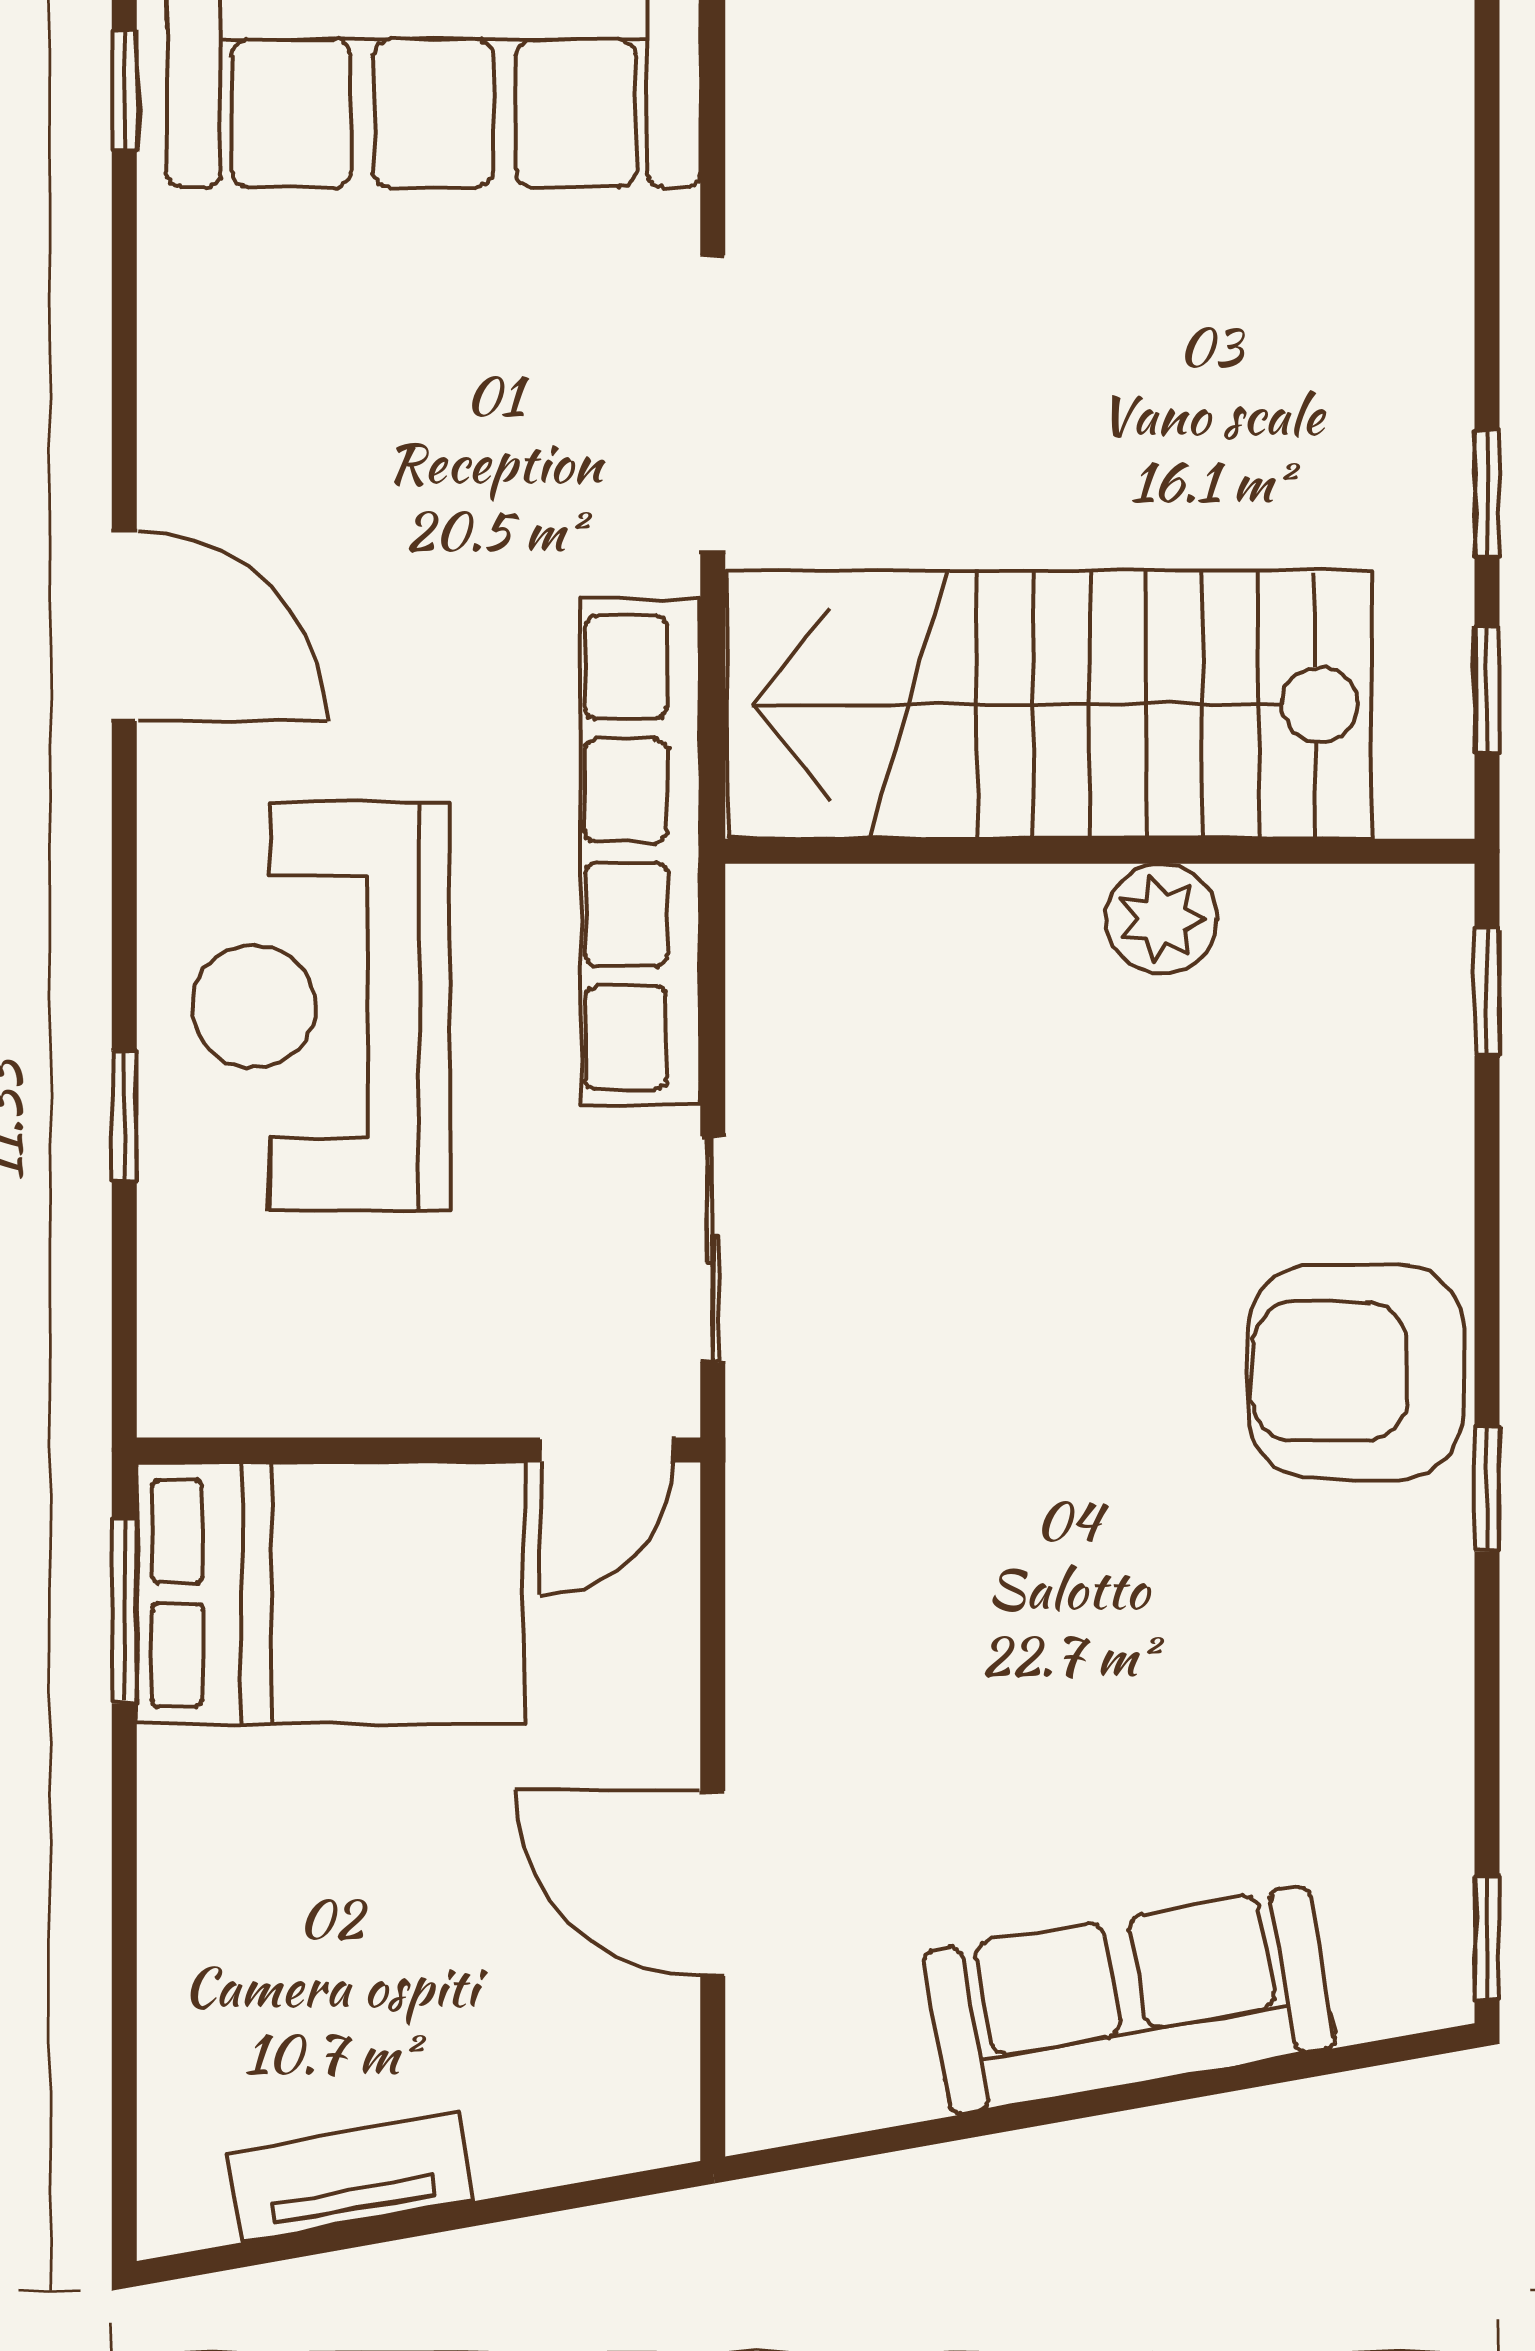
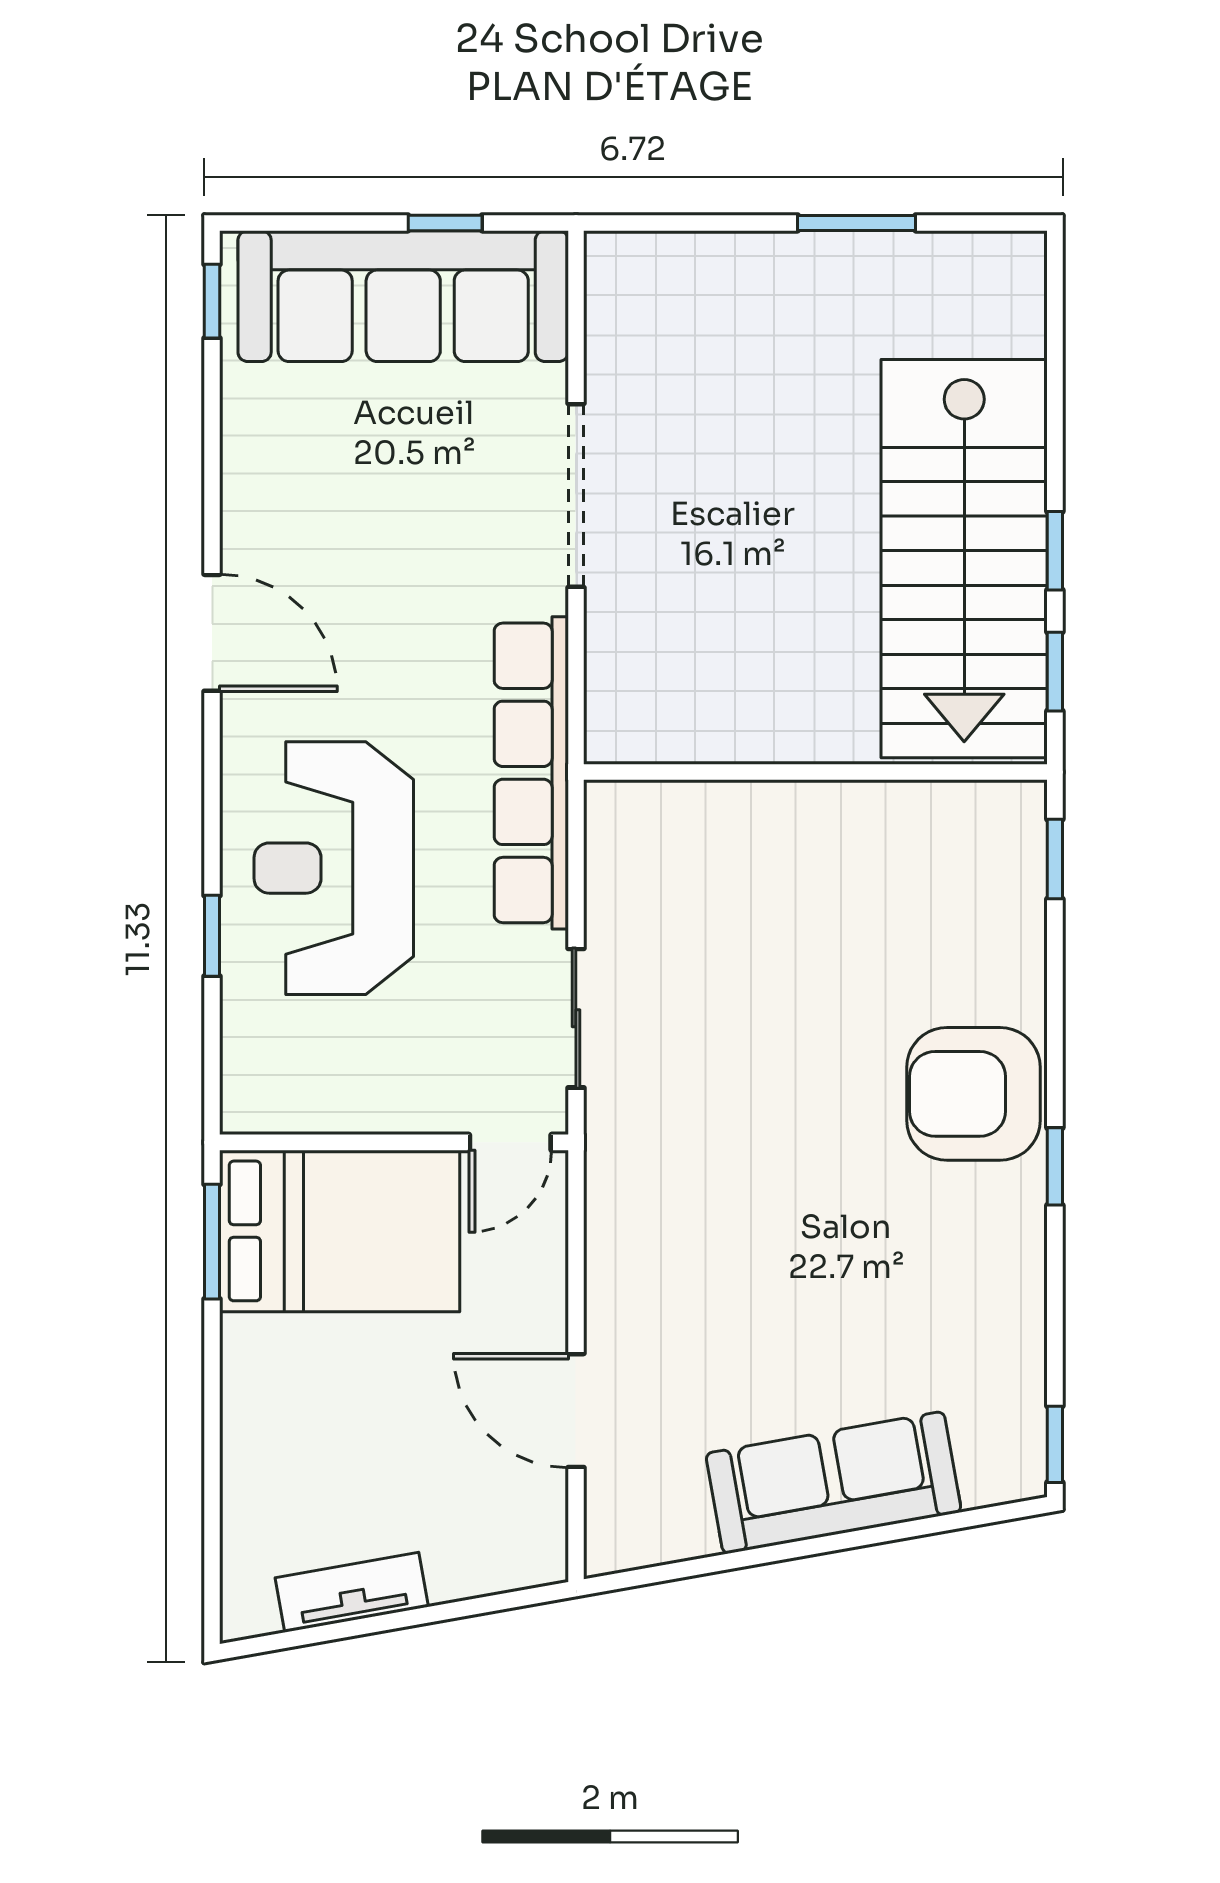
stairs: (1049, 705) -> (964, 559), moved, turned -90
plant: (1161, 919) -> (853, 814), removed

